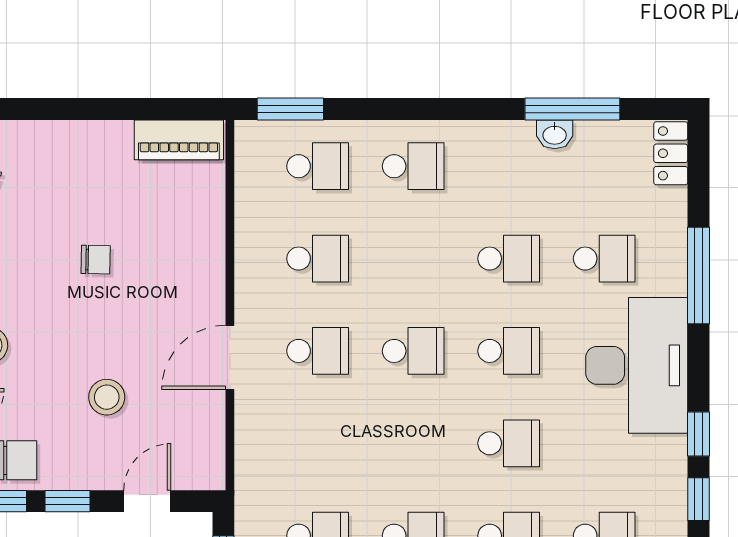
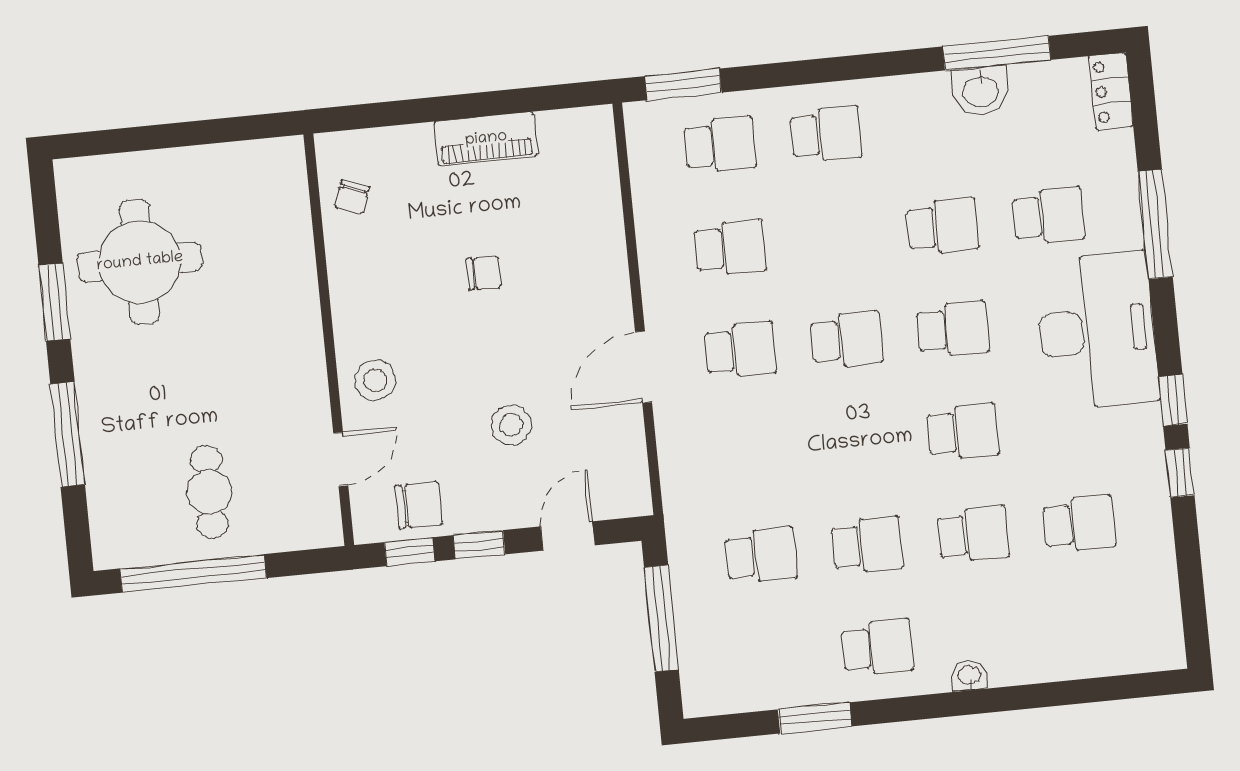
washbasin: (555, 134) -> (980, 90), width x1.38, depth x1.45
piano: (179, 140) -> (486, 139), moved

